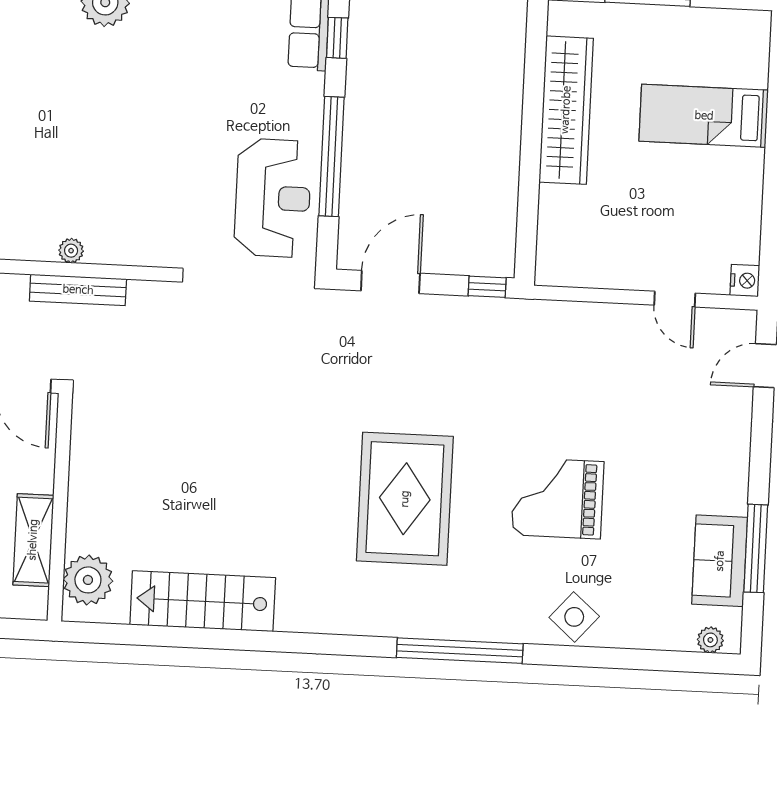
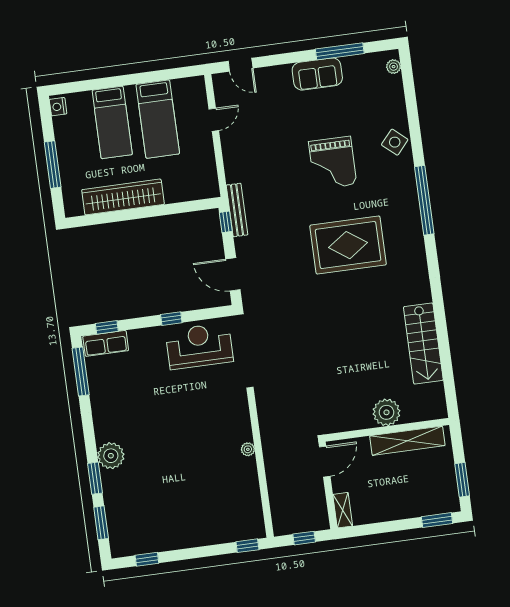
window: (331, 157) -> (171, 319), width x0.32
bed: (695, 199) -> (158, 119), added
nightstand: (745, 281) -> (58, 107), moved, turned -90
bench: (78, 290) -> (237, 210), moved
shelving: (33, 540) -> (407, 441), width x1.47
sofa: (720, 561) -> (317, 74), moved
plant: (88, 580) -> (386, 412), moved

